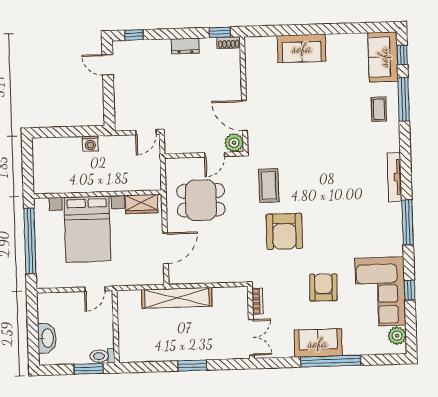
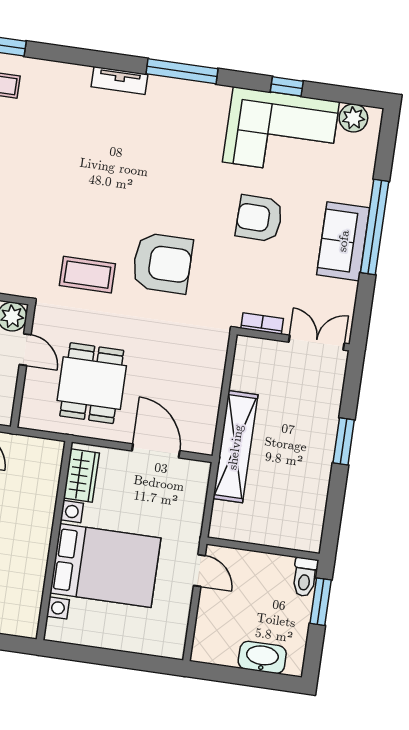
tv unit: (395, 177) -> (120, 80), width x0.71
window: (30, 241) -> (108, 657), removed

